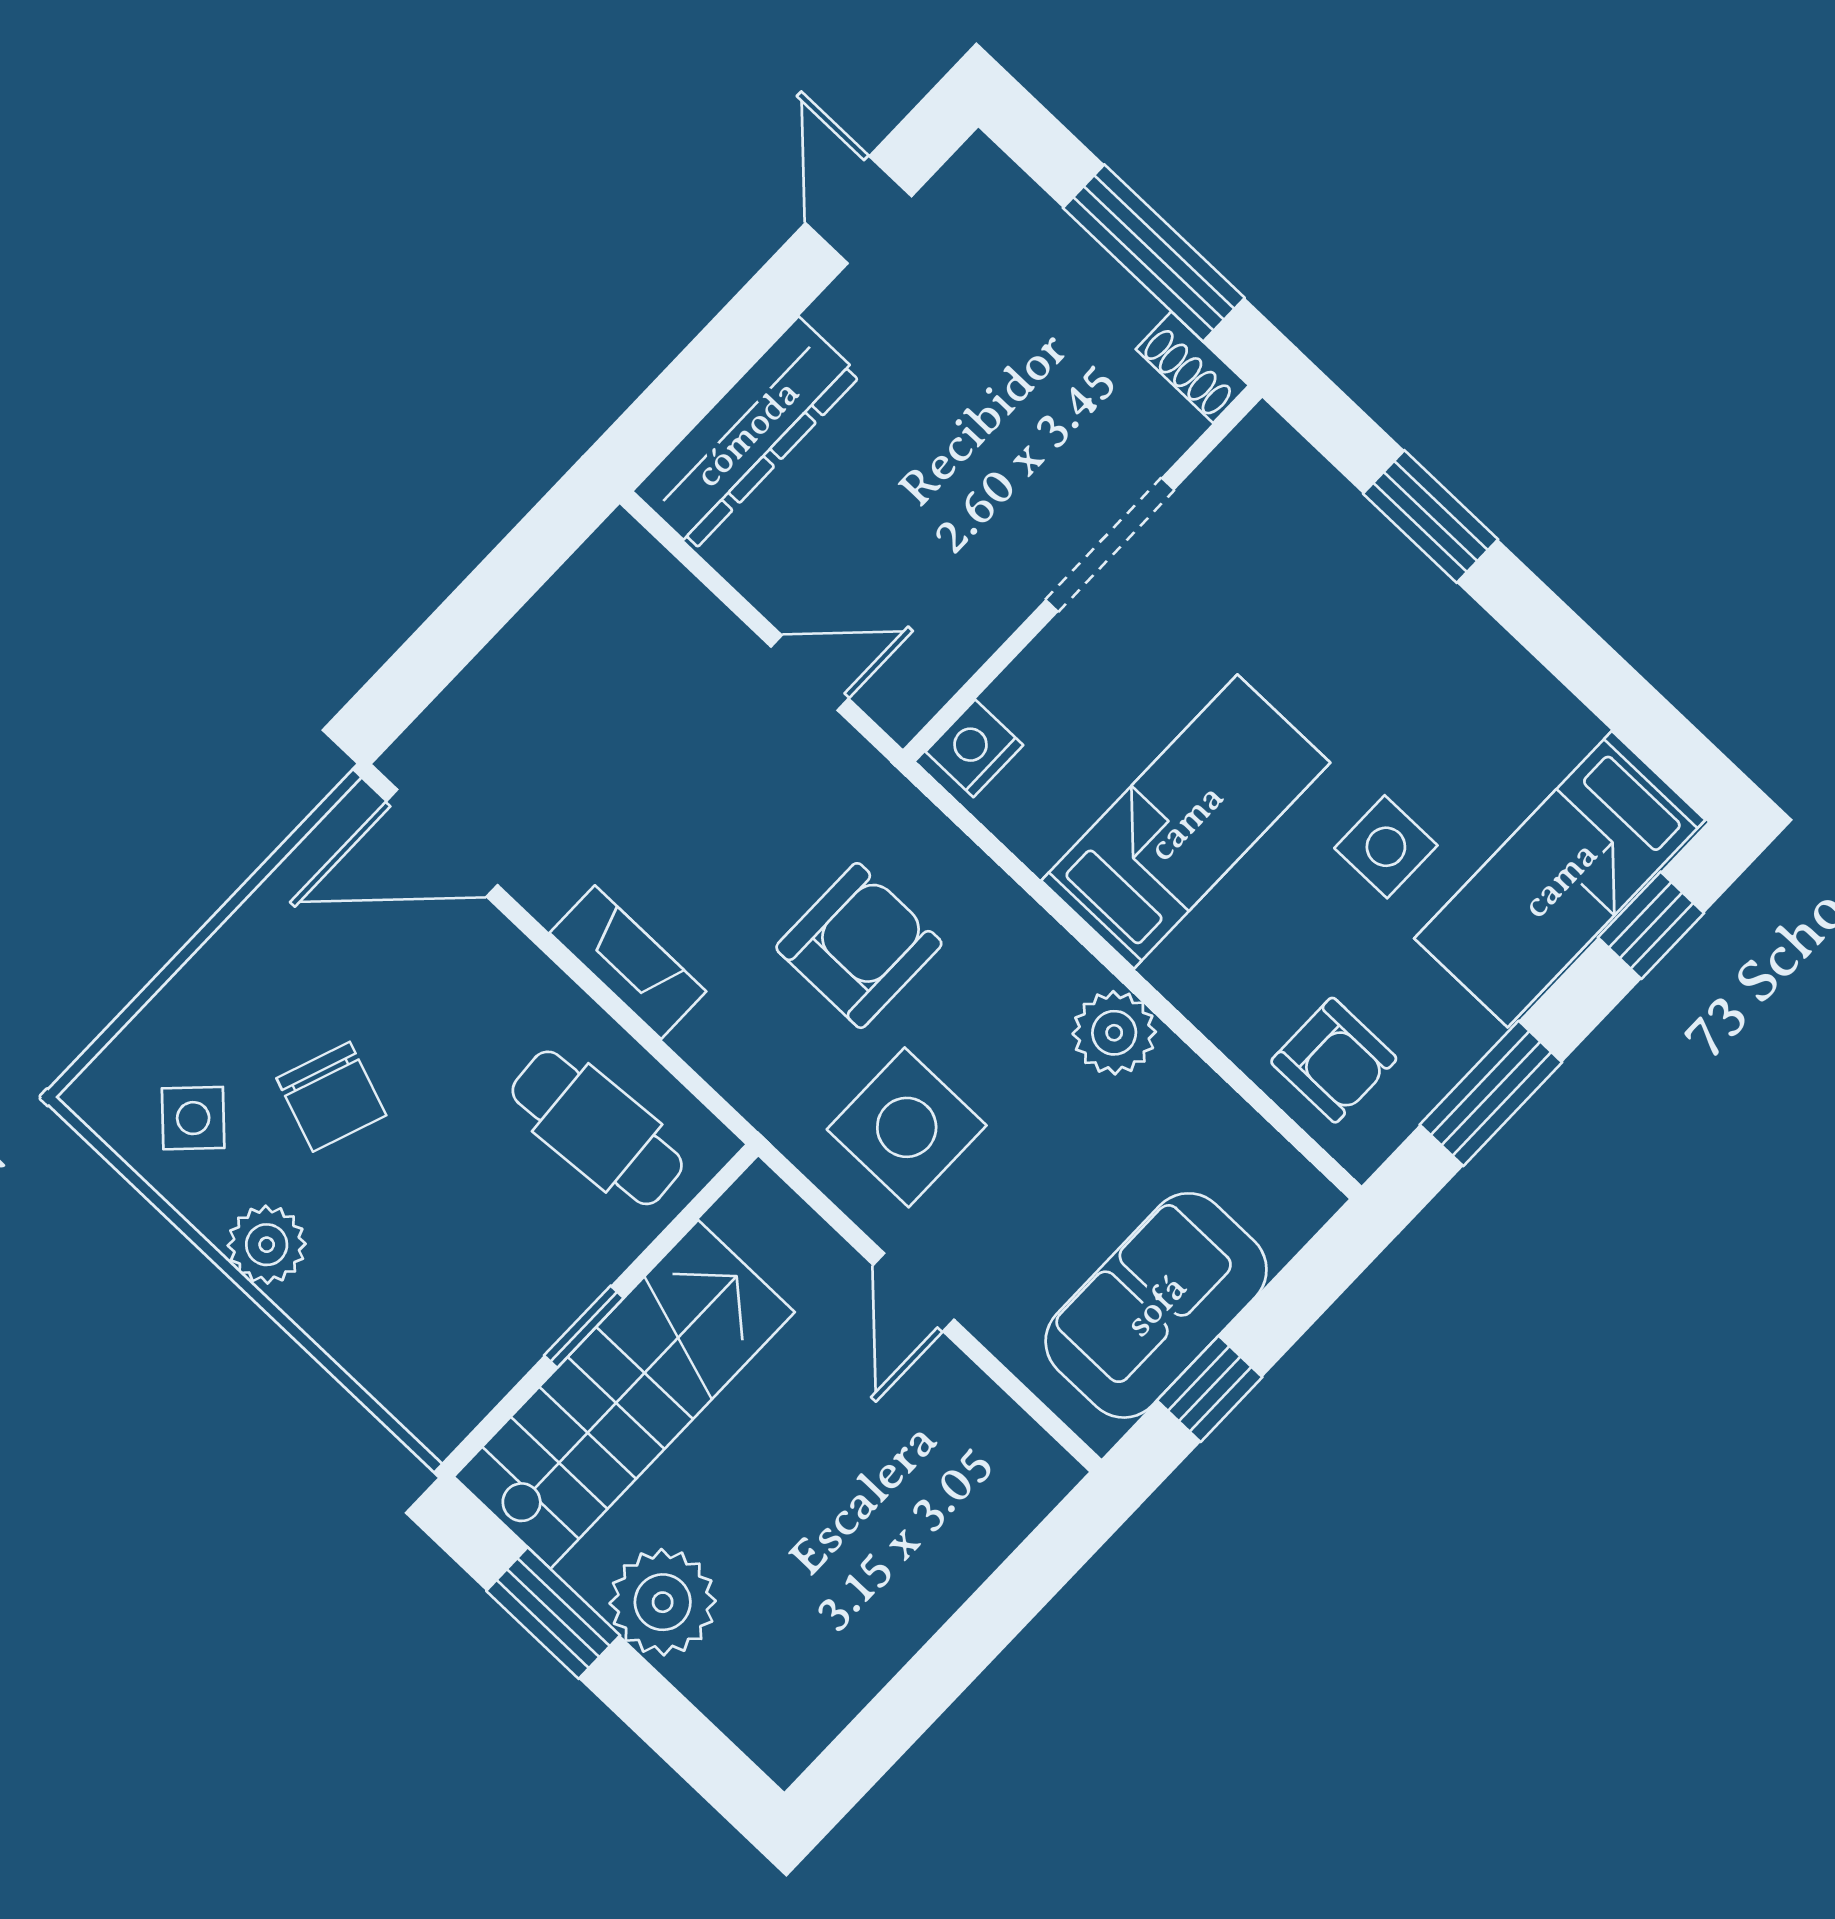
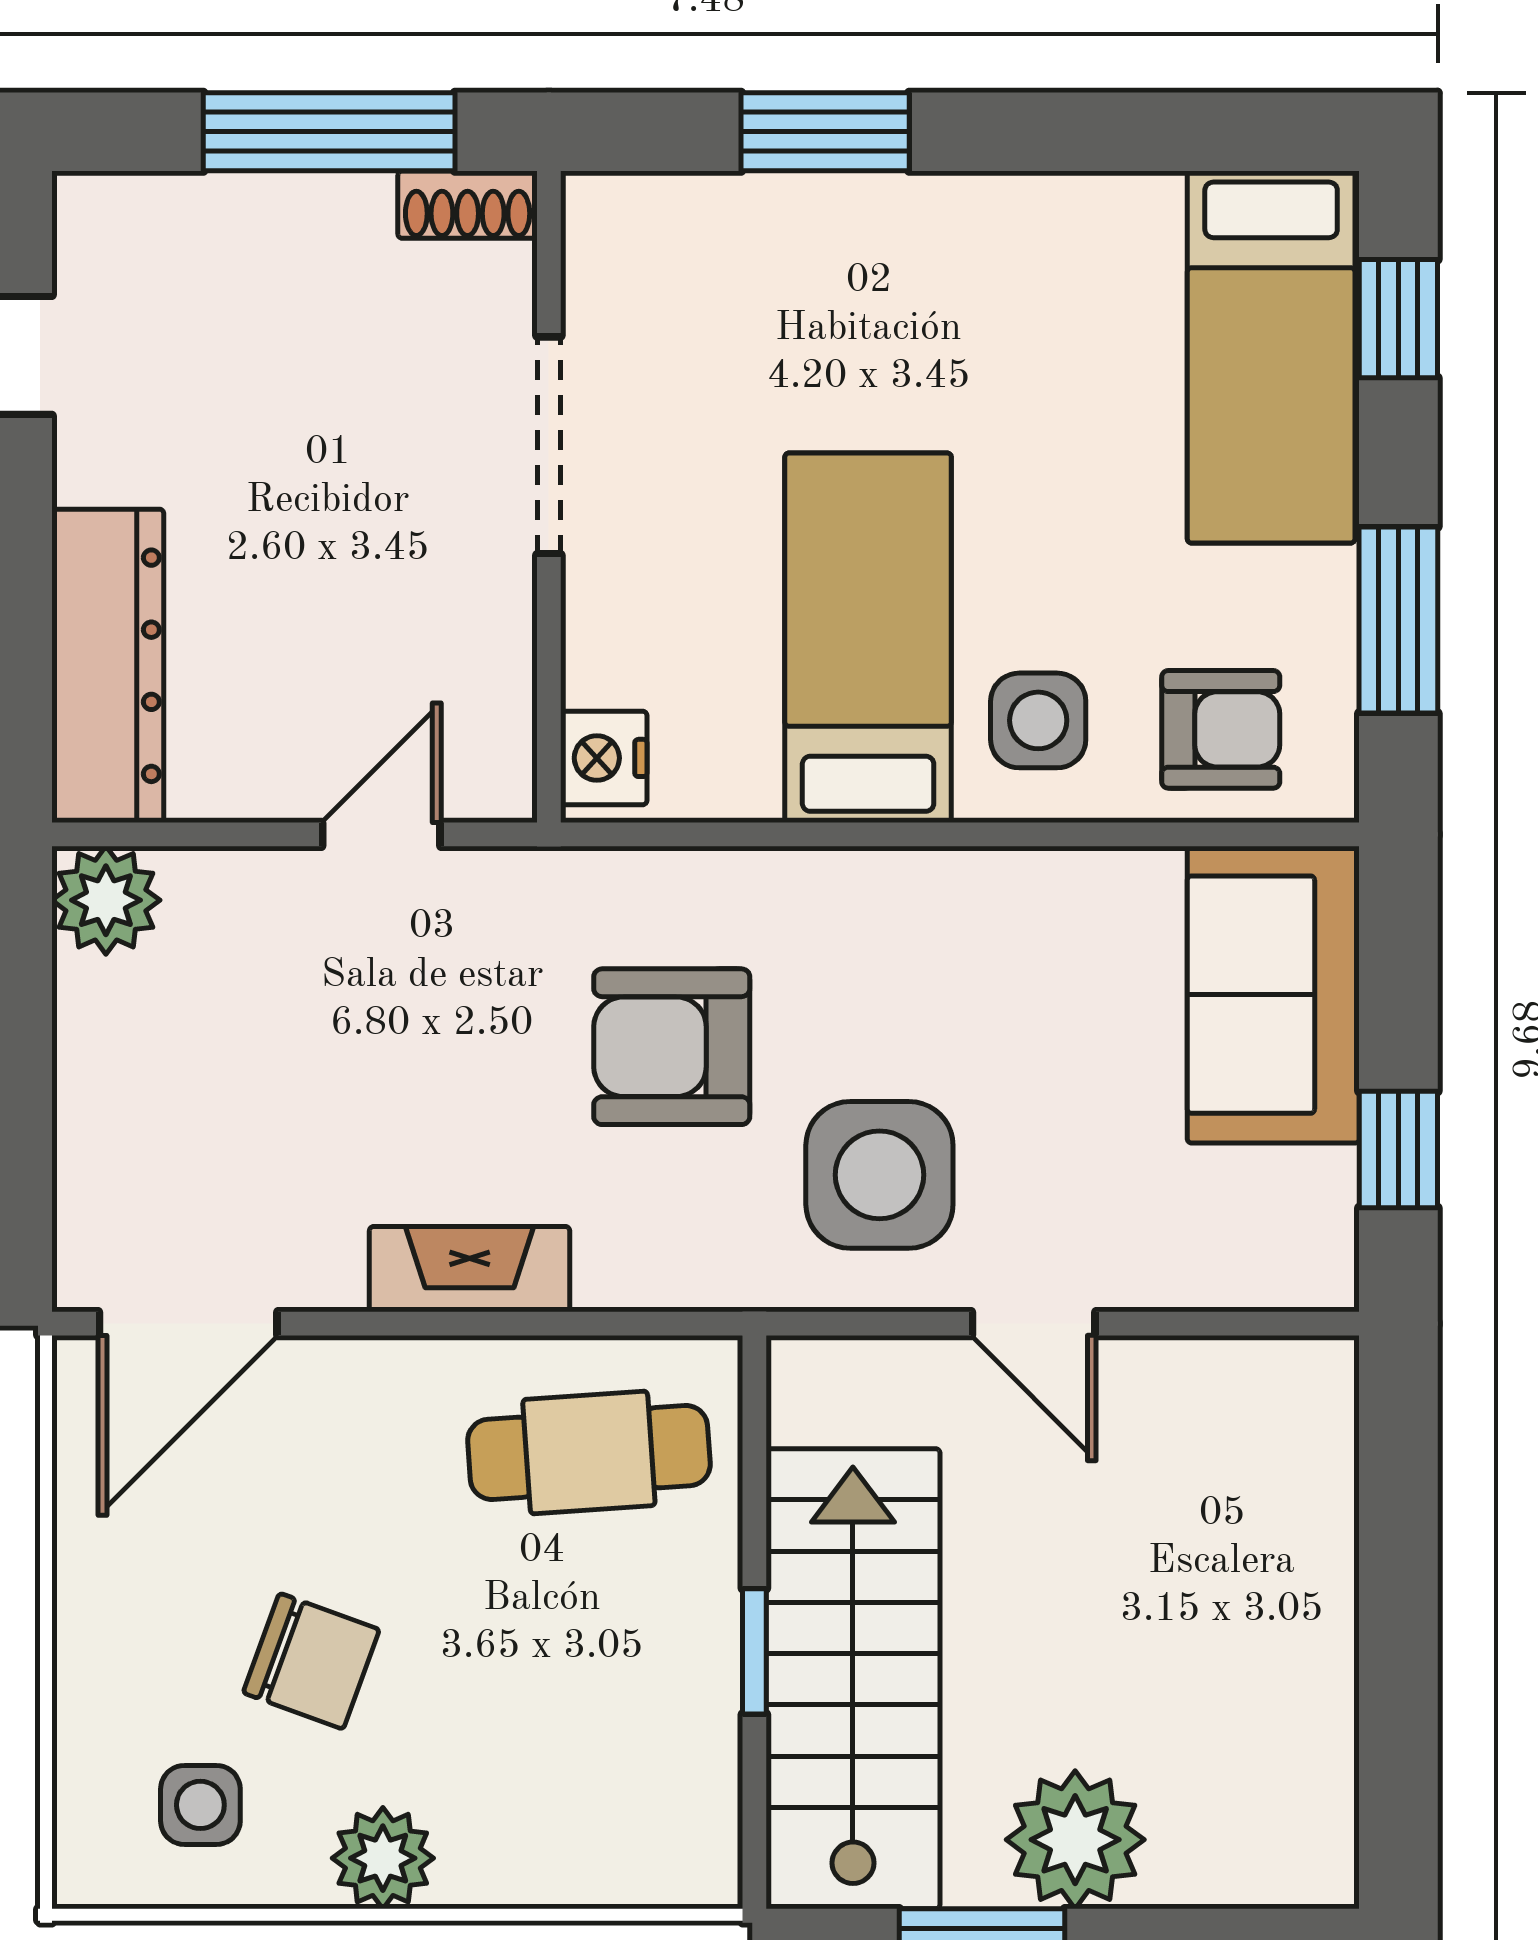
side table: (1386, 847) -> (1038, 720), moved
armchair: (859, 946) -> (672, 1047), turned -90
plant: (1114, 1033) -> (106, 900), moved
side table: (193, 1118) -> (200, 1805), turned 45
sofa: (1156, 1305) -> (1273, 995), moved

